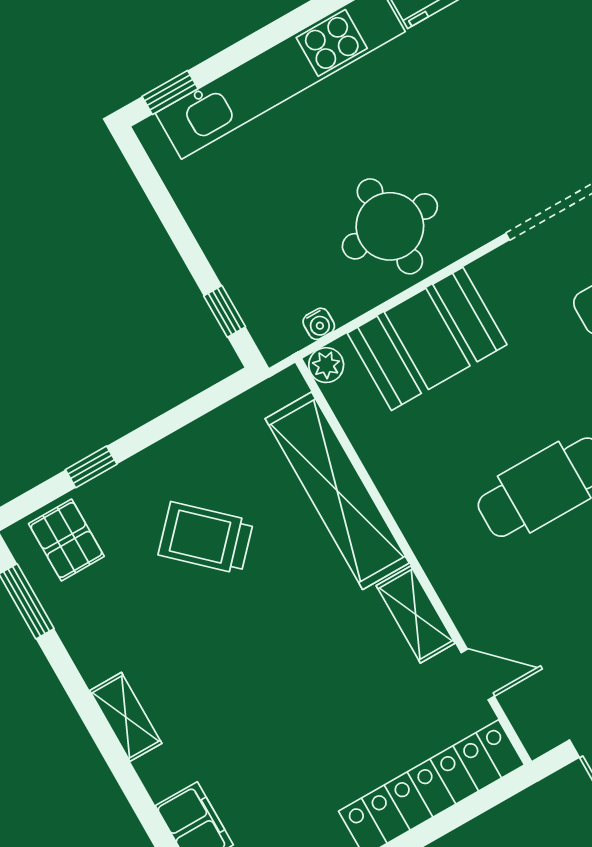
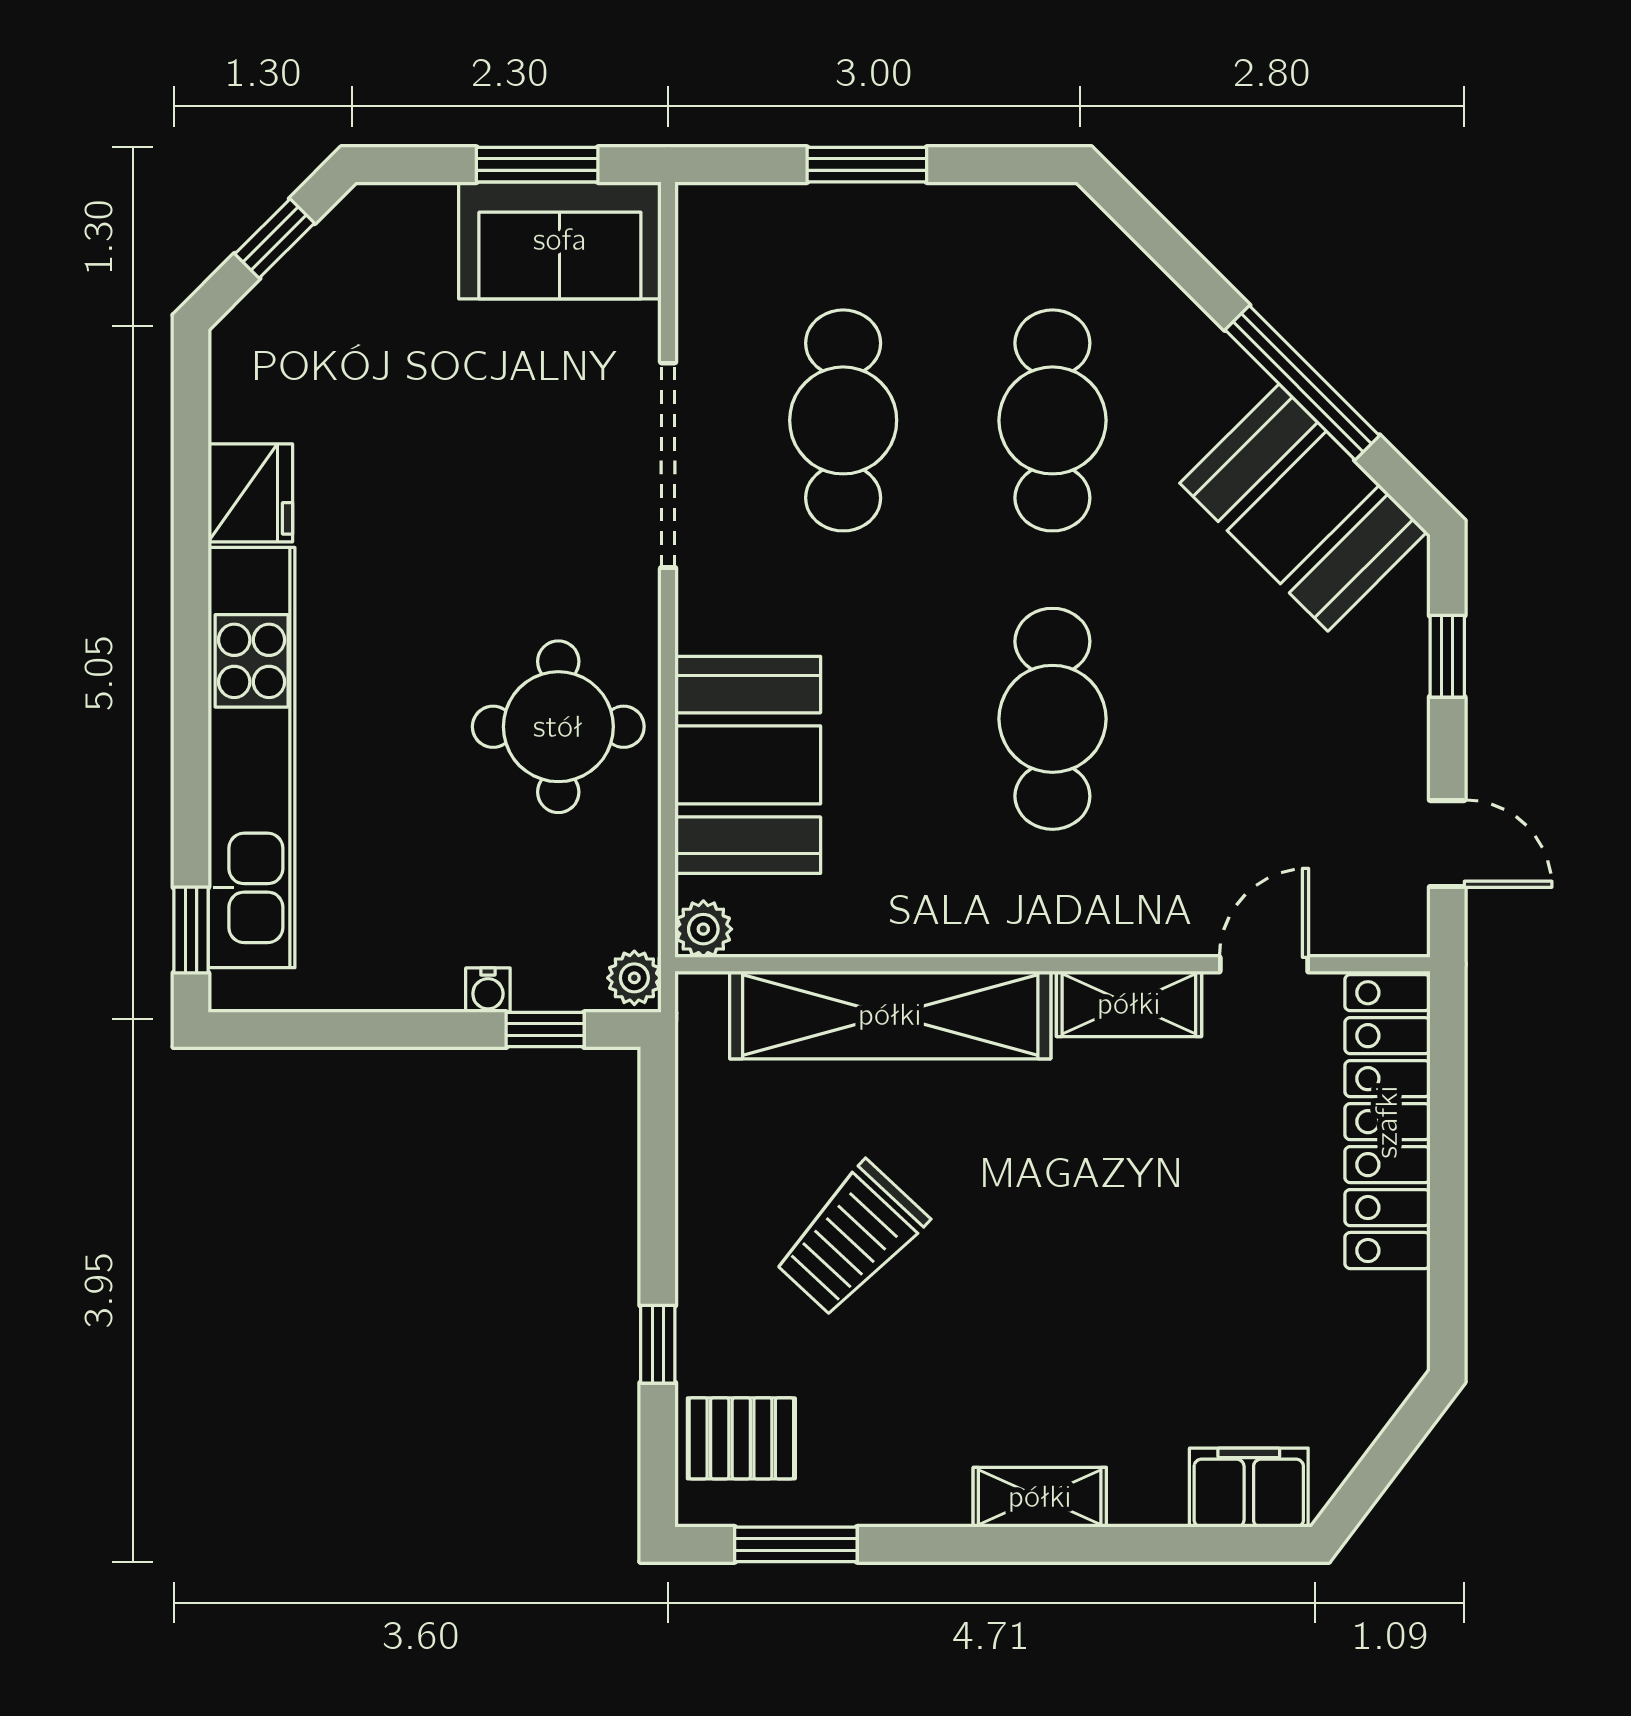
water cooler: (319, 324) -> (488, 990), moved, turned 90
plant: (279, 343) -> (634, 978), added

